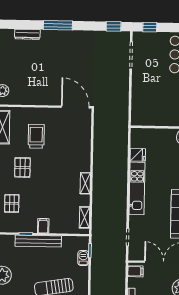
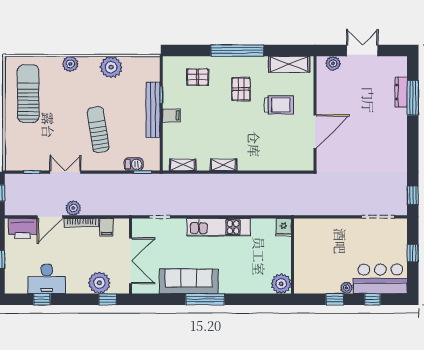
window: (58, 25) -> (413, 98), moved
window: (150, 27) -> (413, 253), moved
door: (75, 107) -> (315, 132), moved
fridge: (138, 155) -> (284, 227), moved
pallet: (22, 167) -> (241, 89), turned 90
filing cabinet: (135, 271) -> (106, 227), moved

